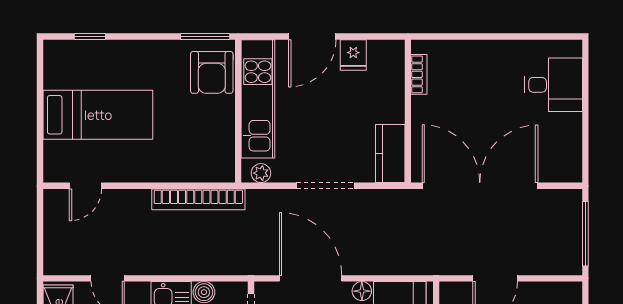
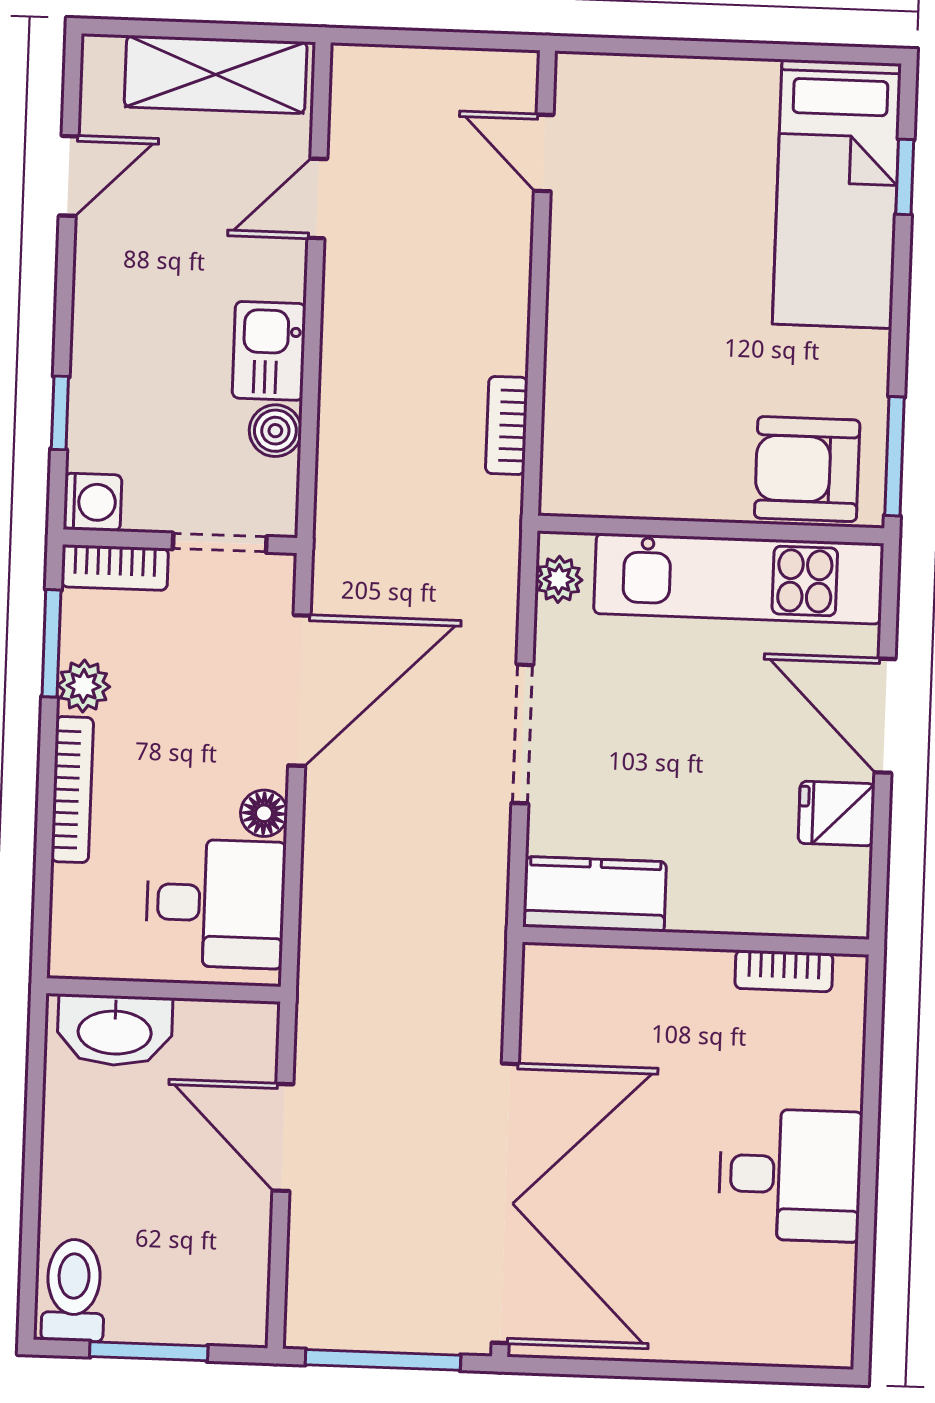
desk: (553, 85) -> (790, 1175), moved, turned -90
bed: (98, 115) -> (837, 194), moved
double door: (480, 186) -> (505, 1203), moved
bookcase: (198, 199) -> (507, 425), width x0.43, depth x0.76

